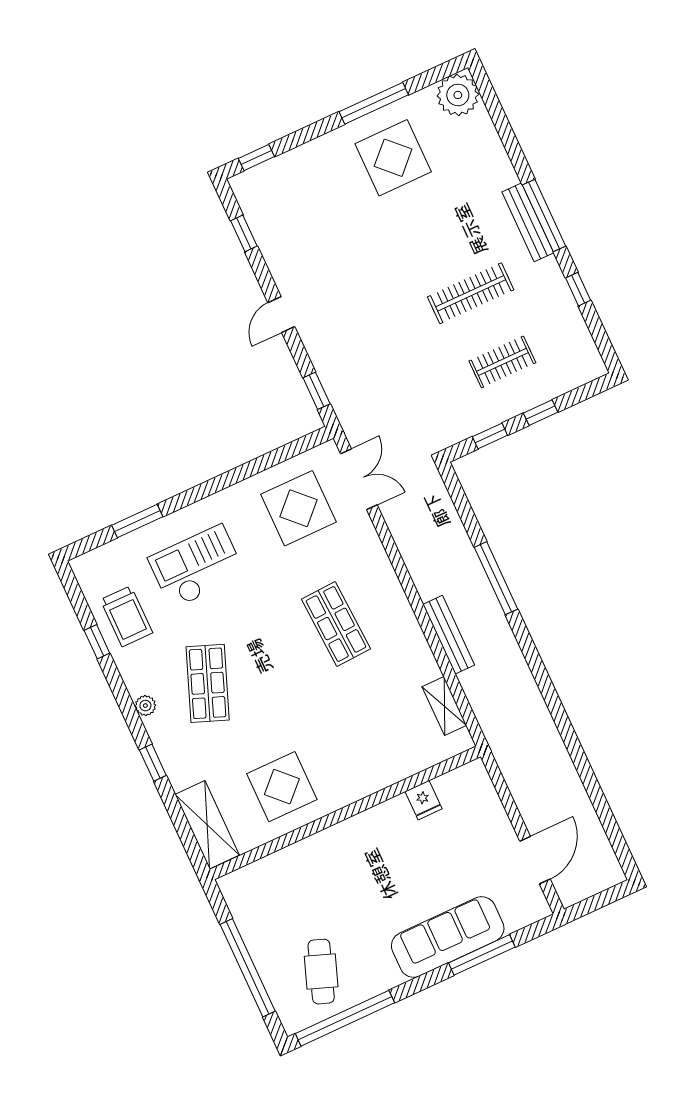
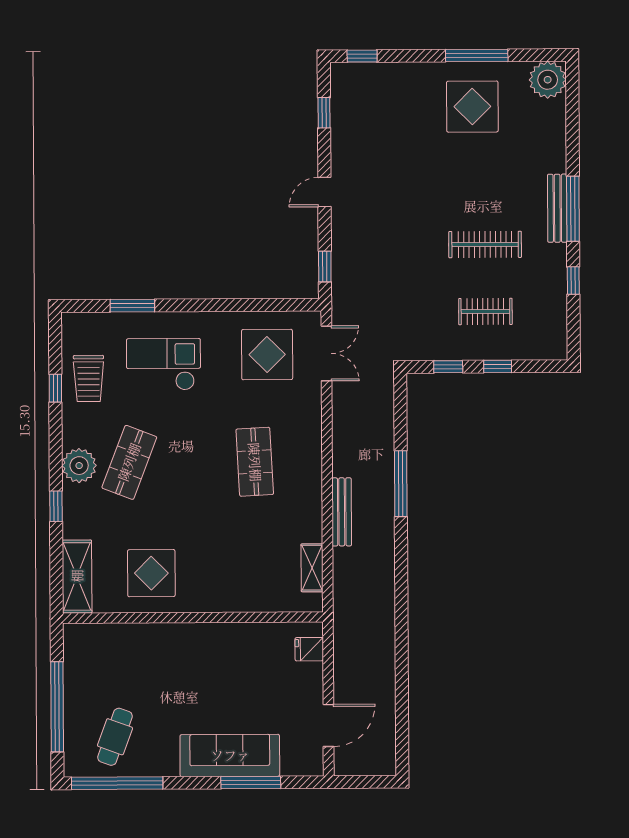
plant: (145, 706) -> (79, 466), width x1.88, depth x1.88
fridge: (424, 800) -> (309, 649), moved, turned 90

